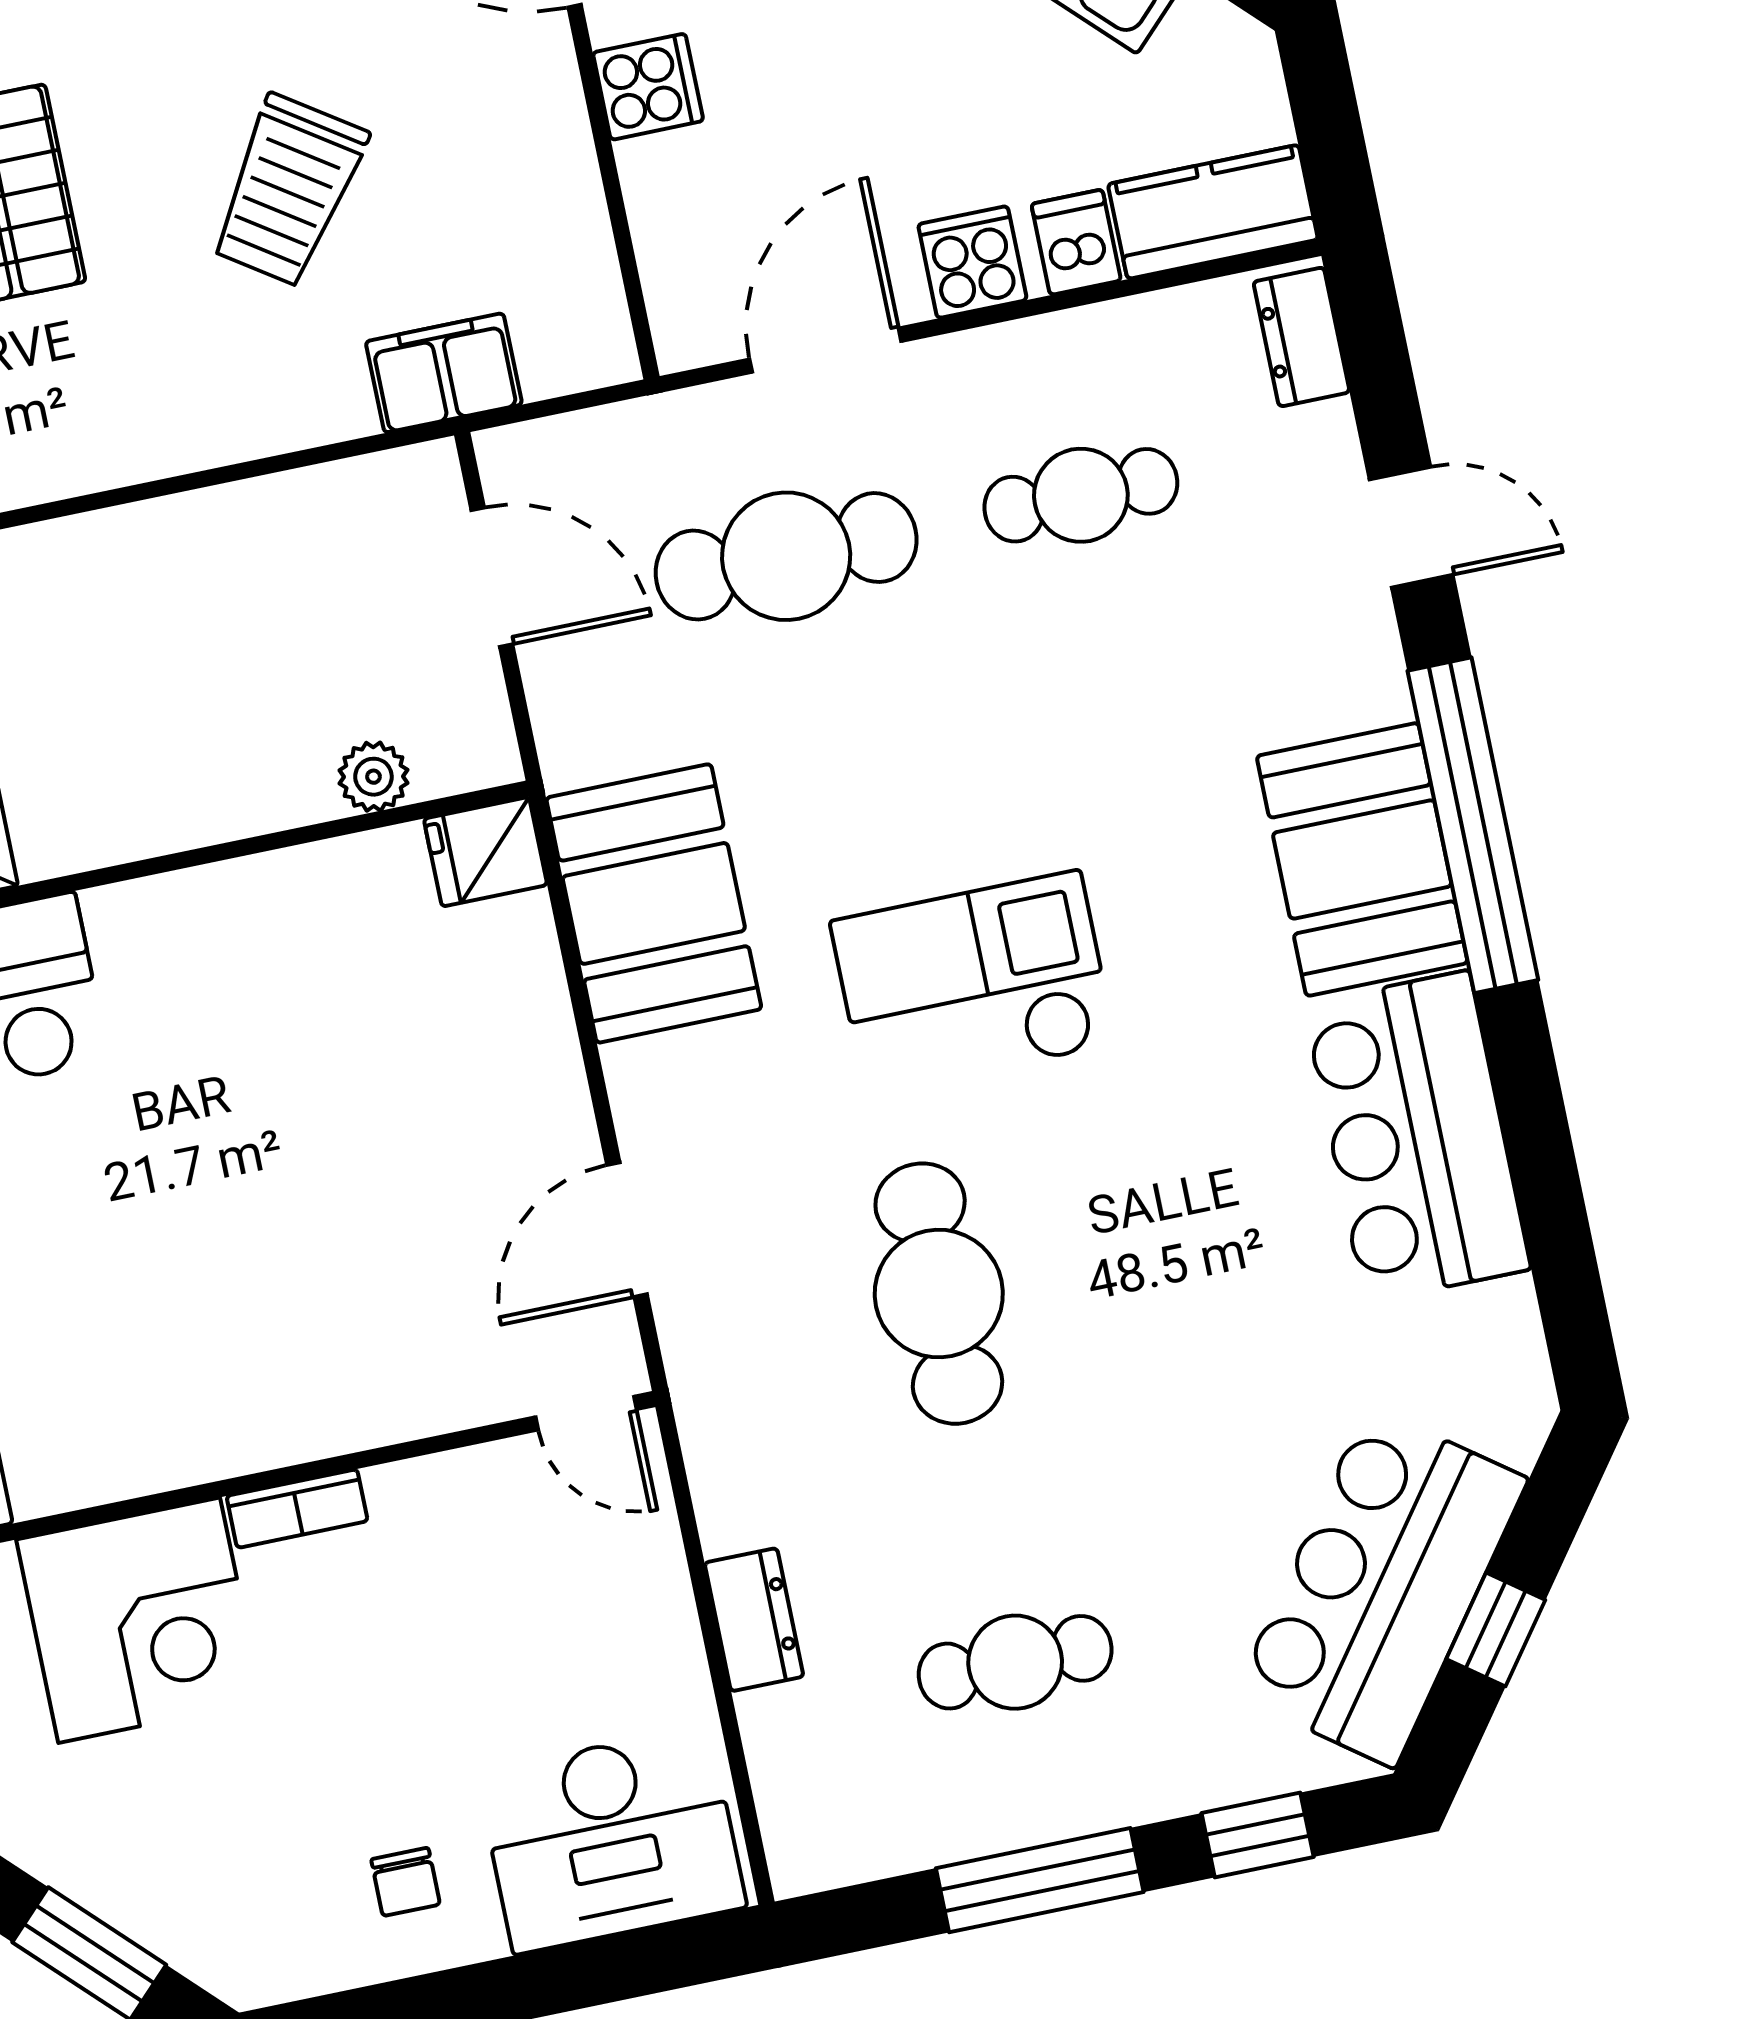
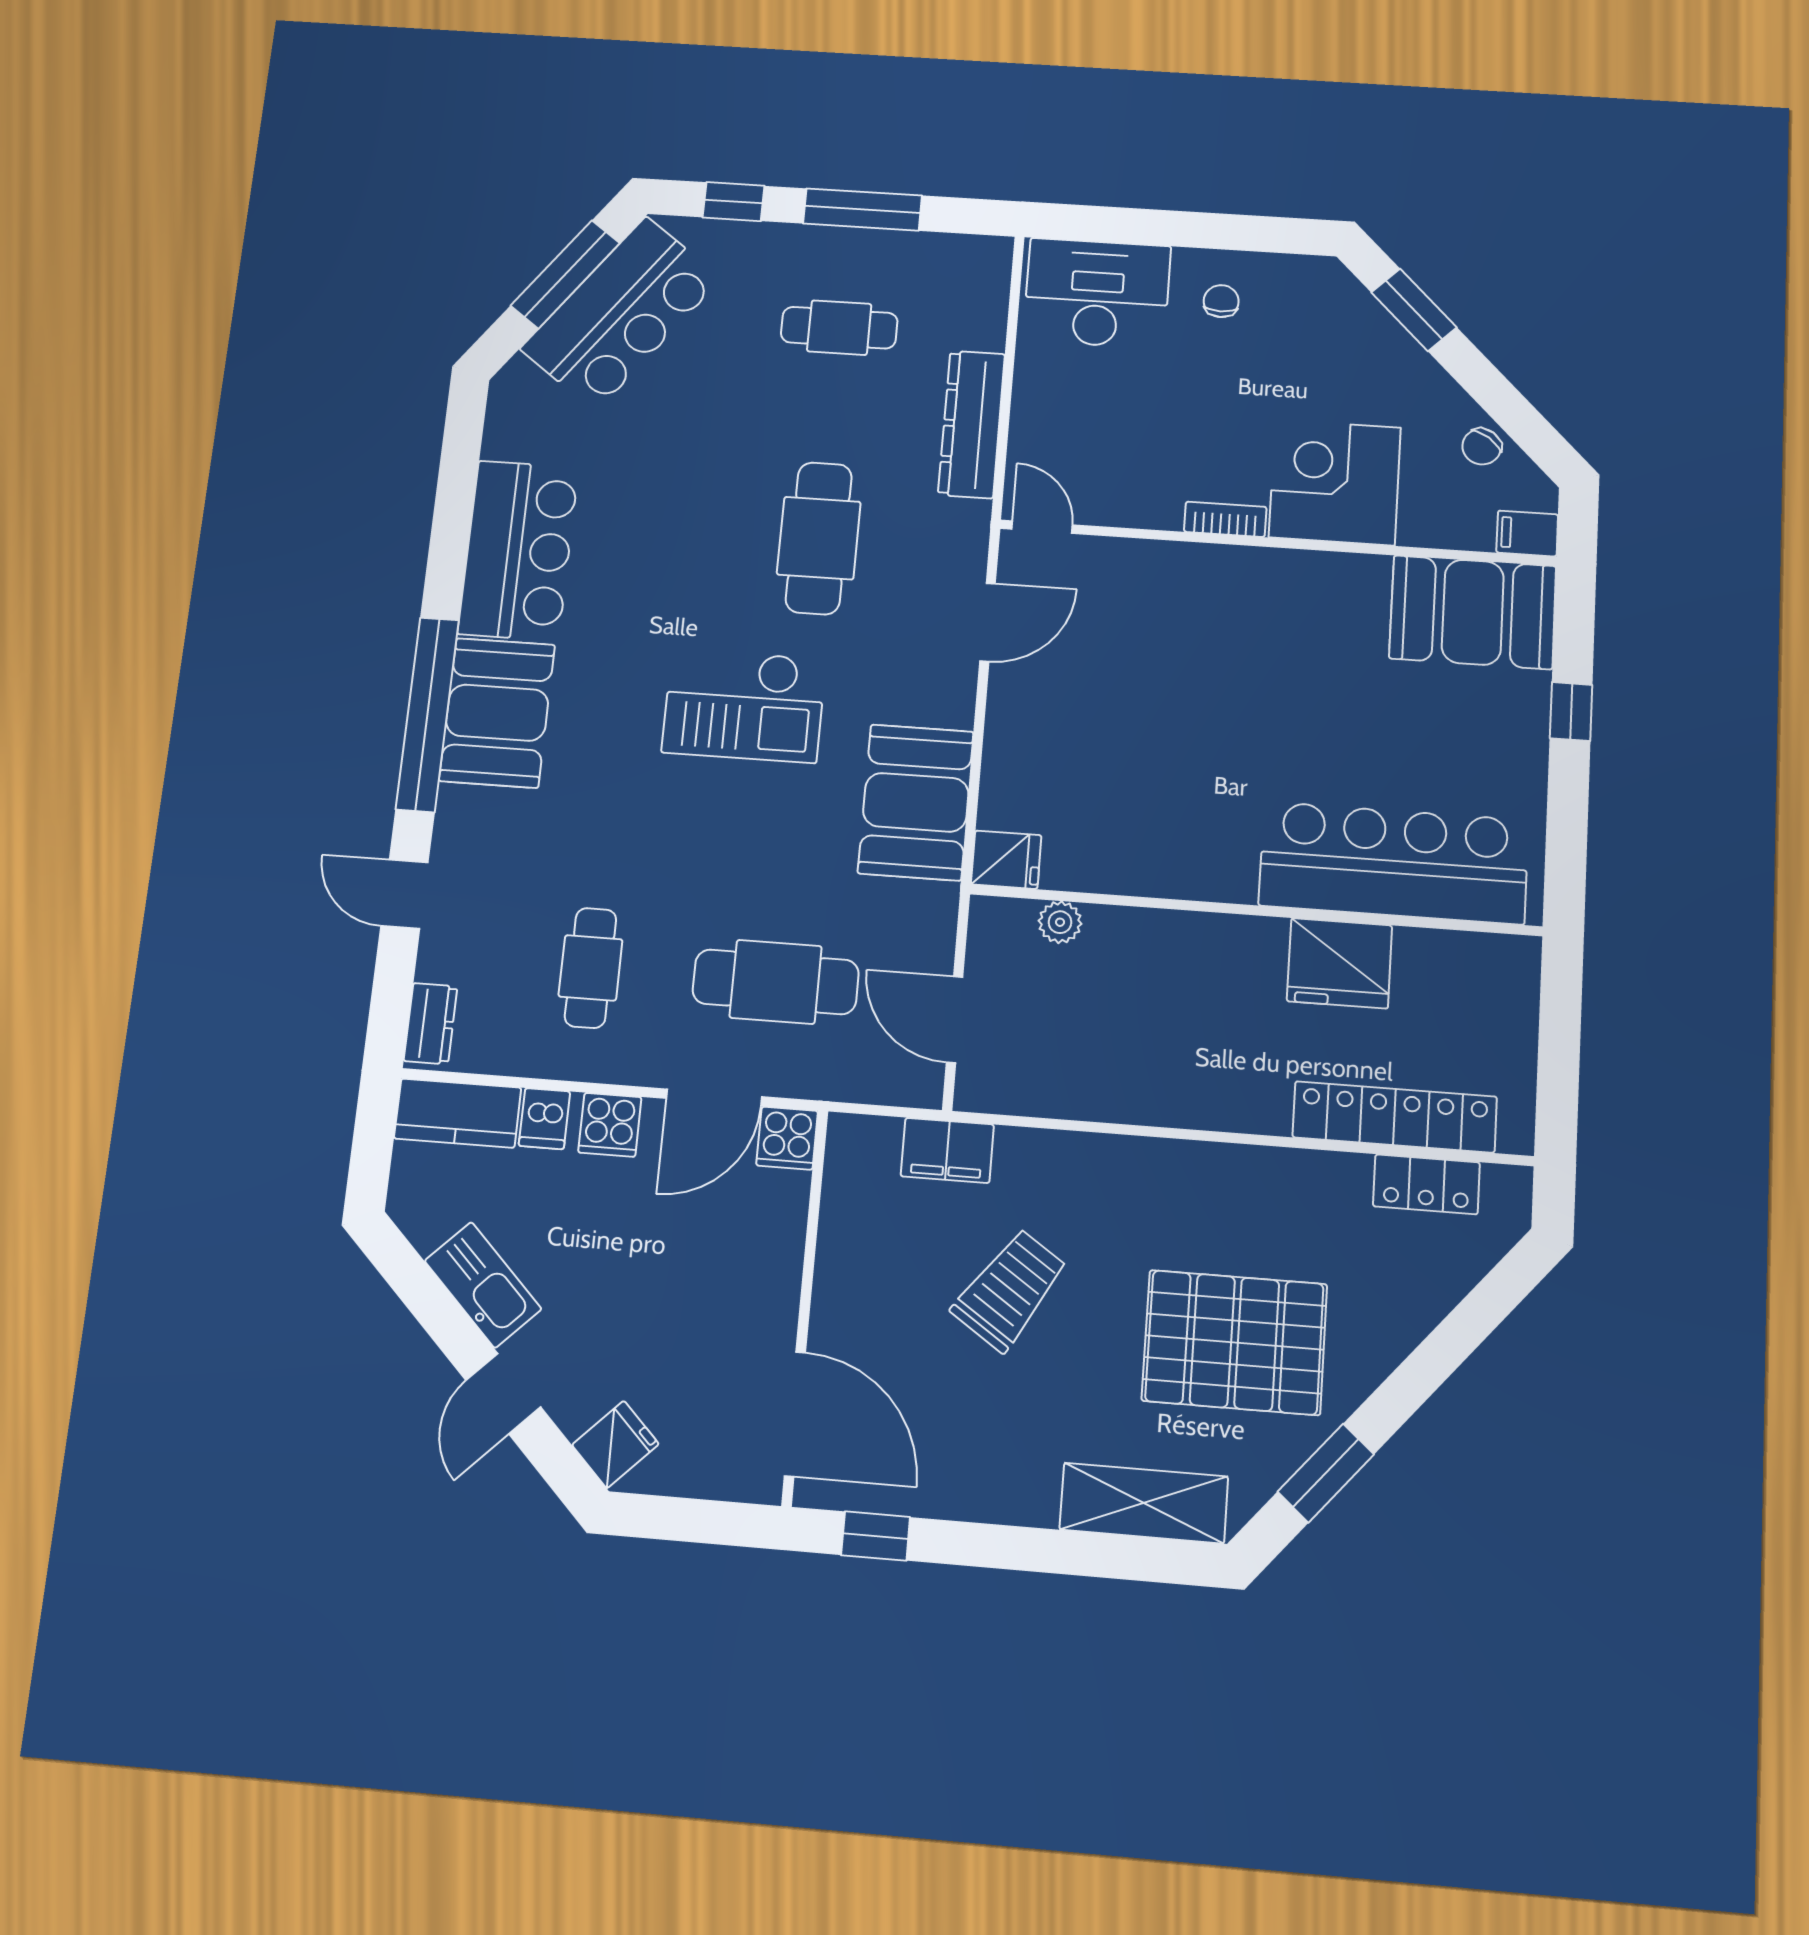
cooker: (648, 87) -> (787, 1138), moved, turned -90
cafe table: (1081, 495) -> (590, 968), turned 90
dresser: (754, 1620) -> (972, 424), width x1.96, depth x1.24
window: (1496, 1630) -> (565, 274), width x2.17

